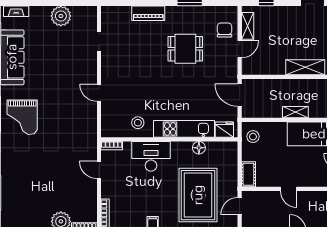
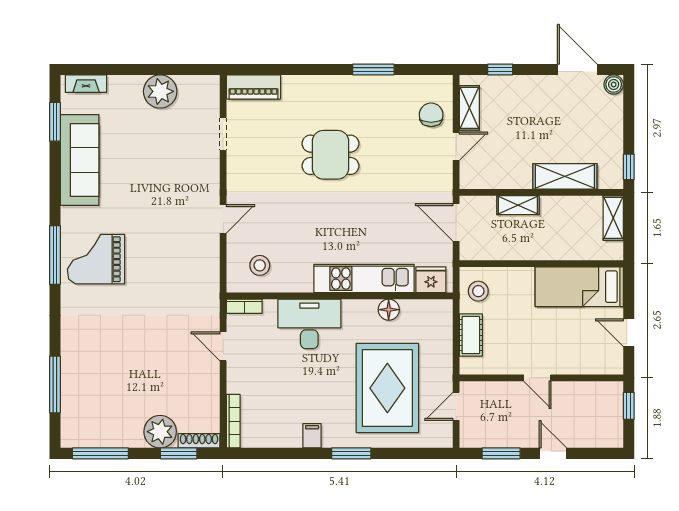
piano: (148, 13) -> (253, 87), moved
dining table: (185, 49) -> (330, 155), moved
door: (99, 93) -> (223, 219), swing flipped
shelving: (295, 112) -> (518, 205), moved
grand piano: (22, 117) -> (96, 259), turned 90
stool: (138, 123) -> (260, 265), moved
cot: (248, 174) -> (471, 335), moved

